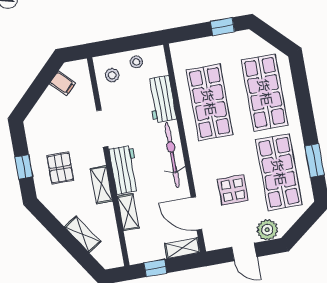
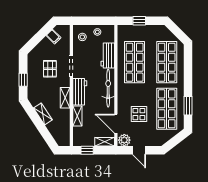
window: (223, 27) -> (139, 21), moved
pallet: (60, 168) -> (50, 69), moved
plant: (267, 230) -> (124, 140), moved
shelving: (83, 234) -> (43, 114), moved

